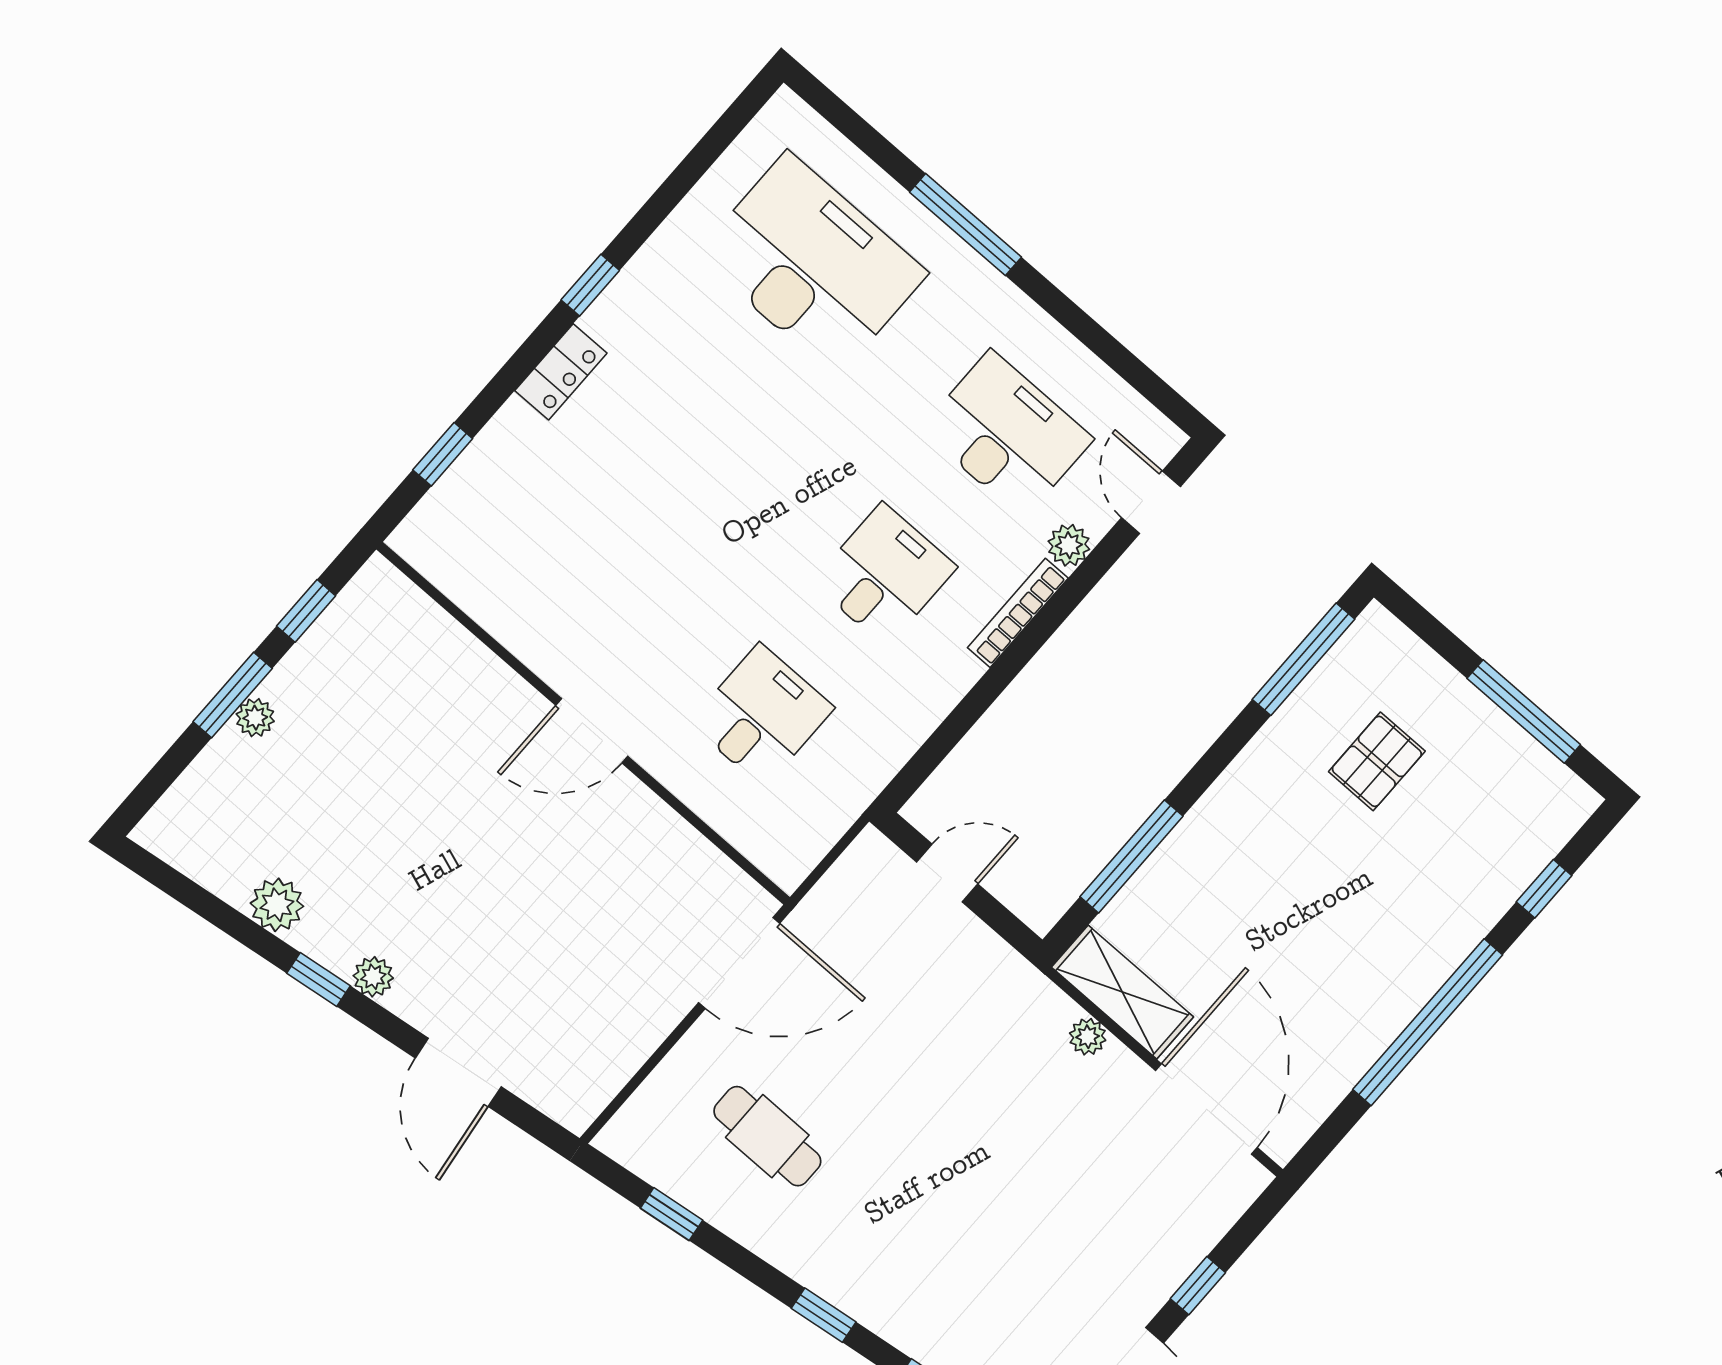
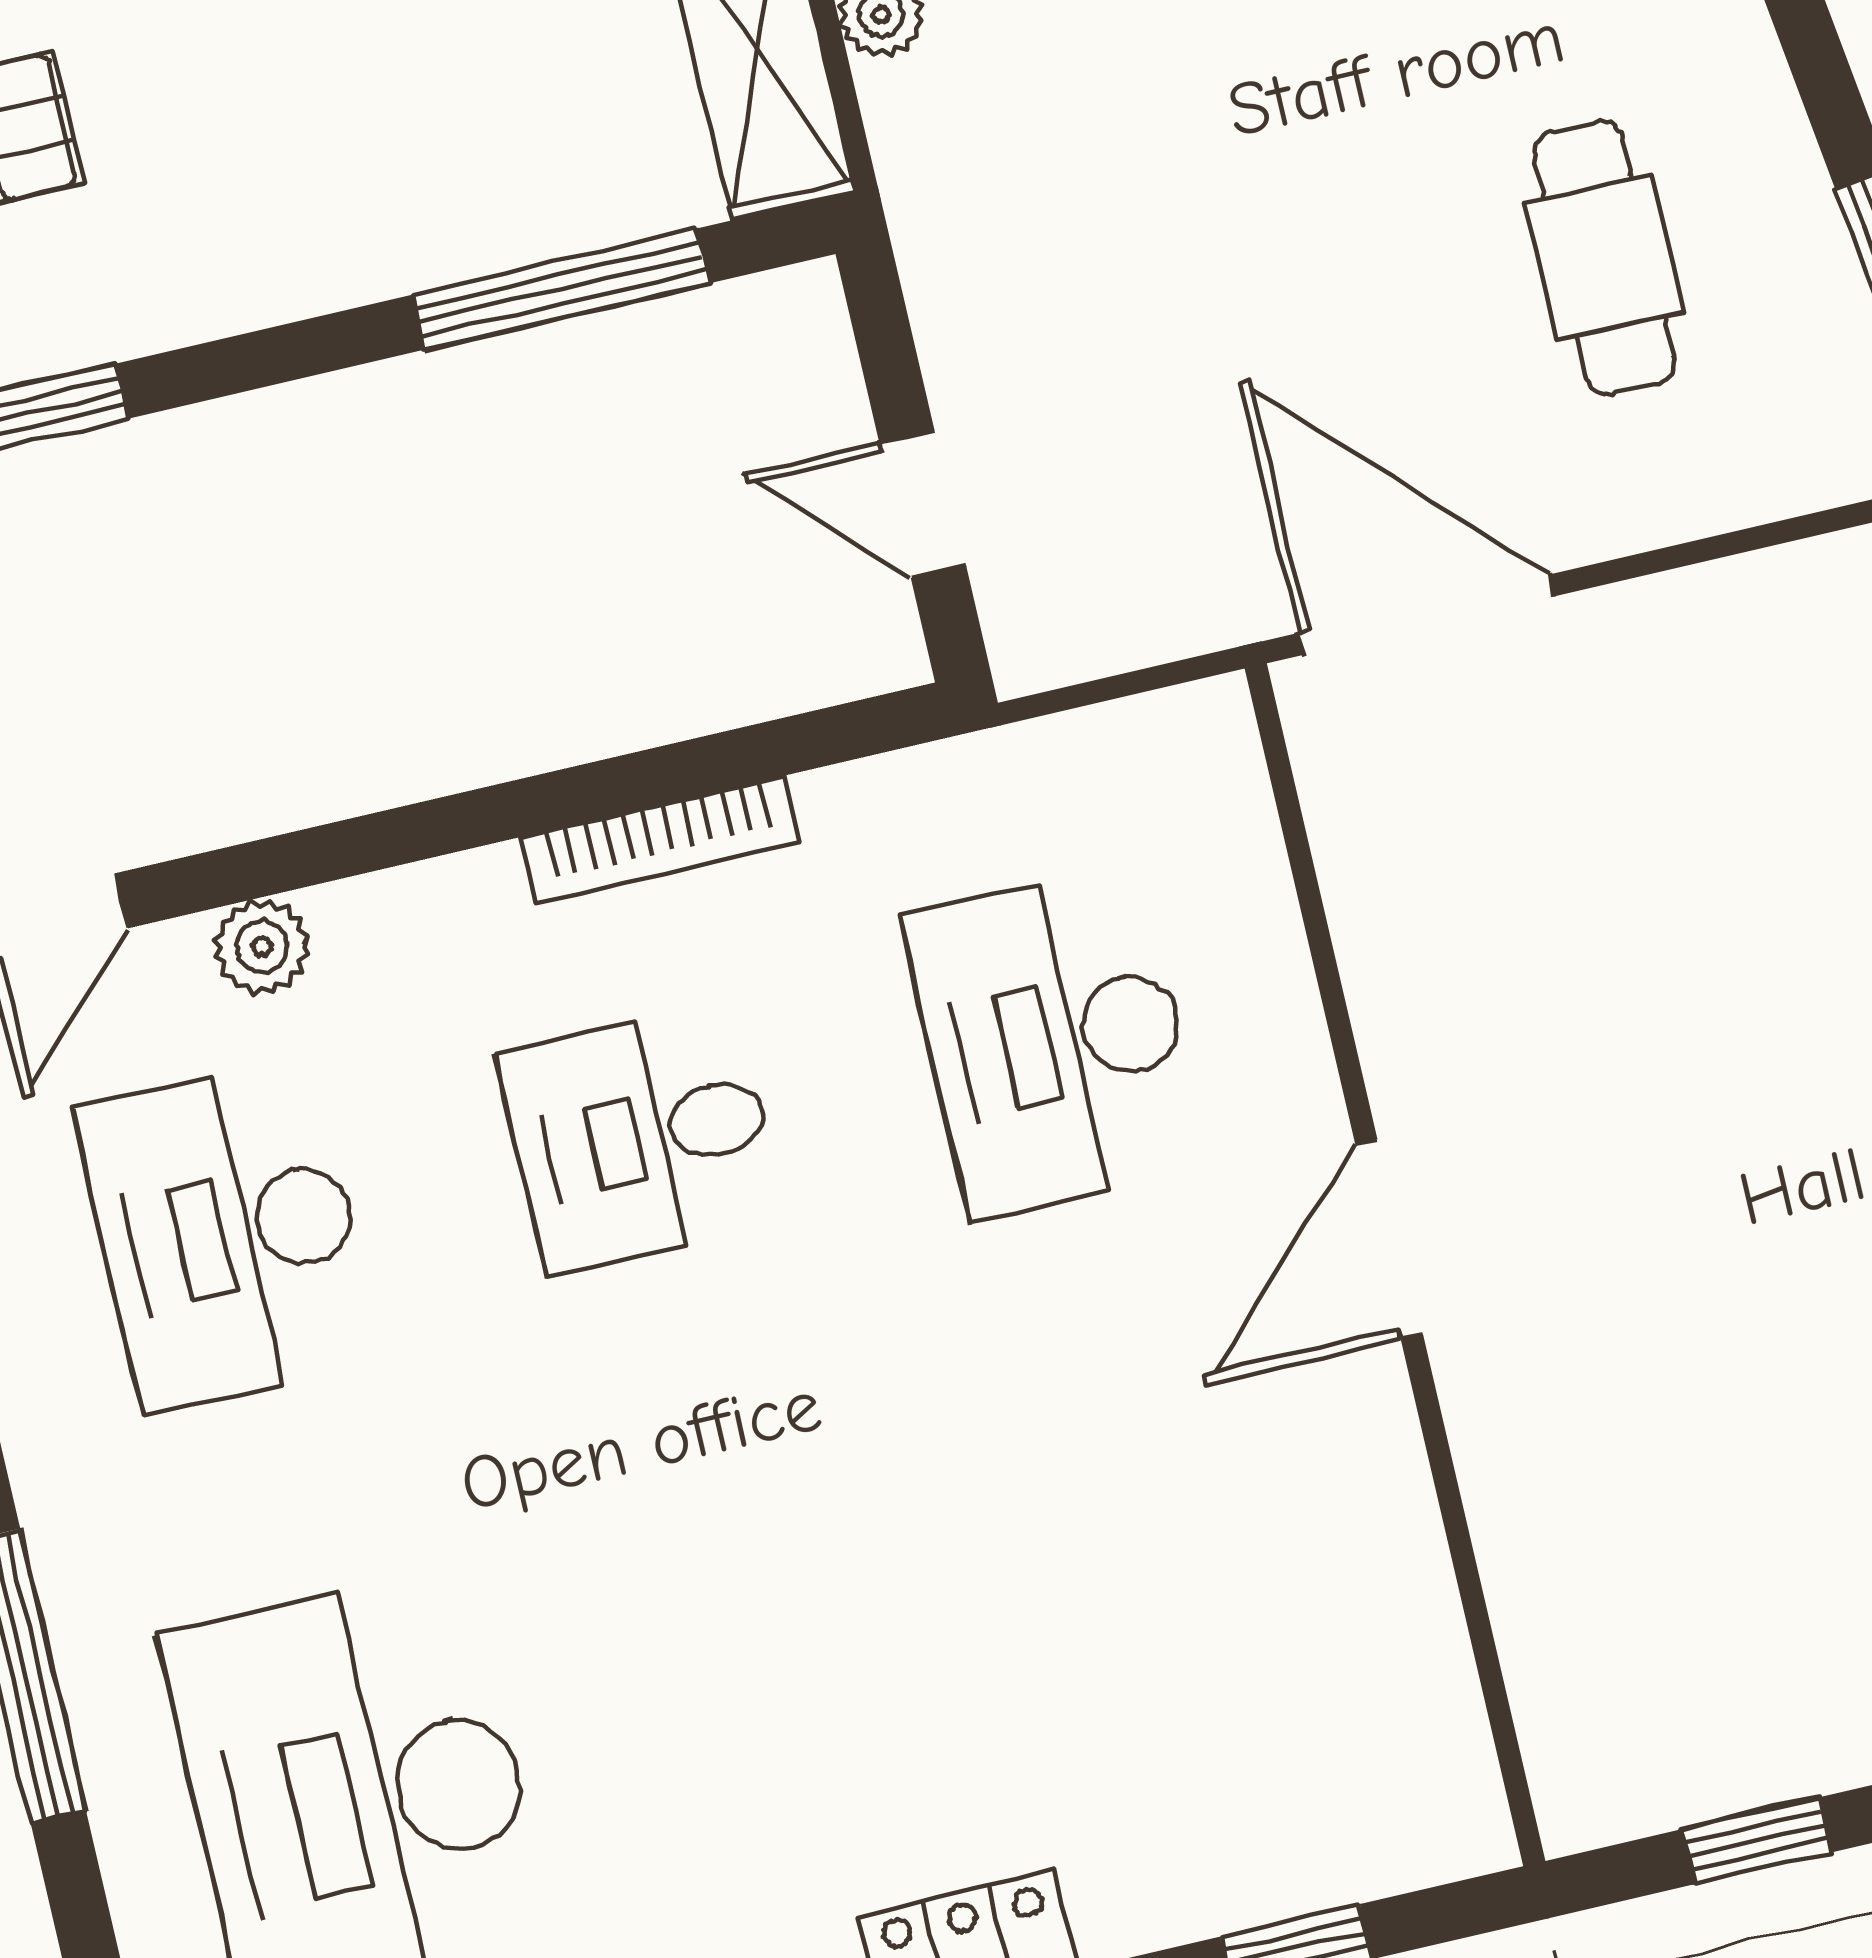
bookcase: (1018, 613) -> (660, 840), moved
desk: (762, 715) -> (1055, 1042), width x1.37
door: (592, 731) -> (1389, 1239), swing flipped

